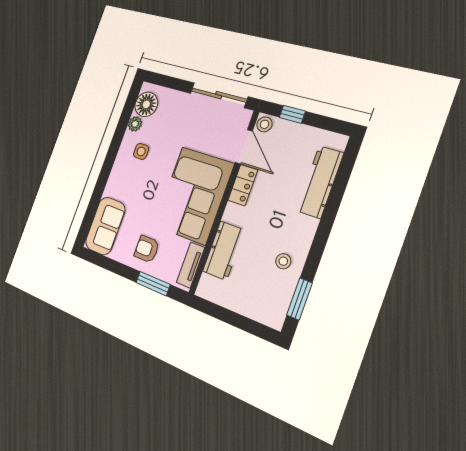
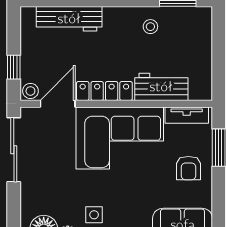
locker: (243, 185) -> (104, 91), width x1.53

